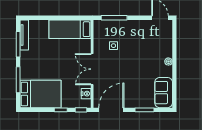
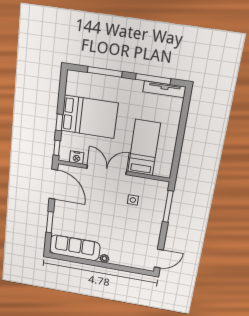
bed: (70, 29) -> (144, 148), moved
sofa: (164, 93) -> (75, 248), width x1.36
bed: (40, 94) -> (89, 117), moved, turned -90

